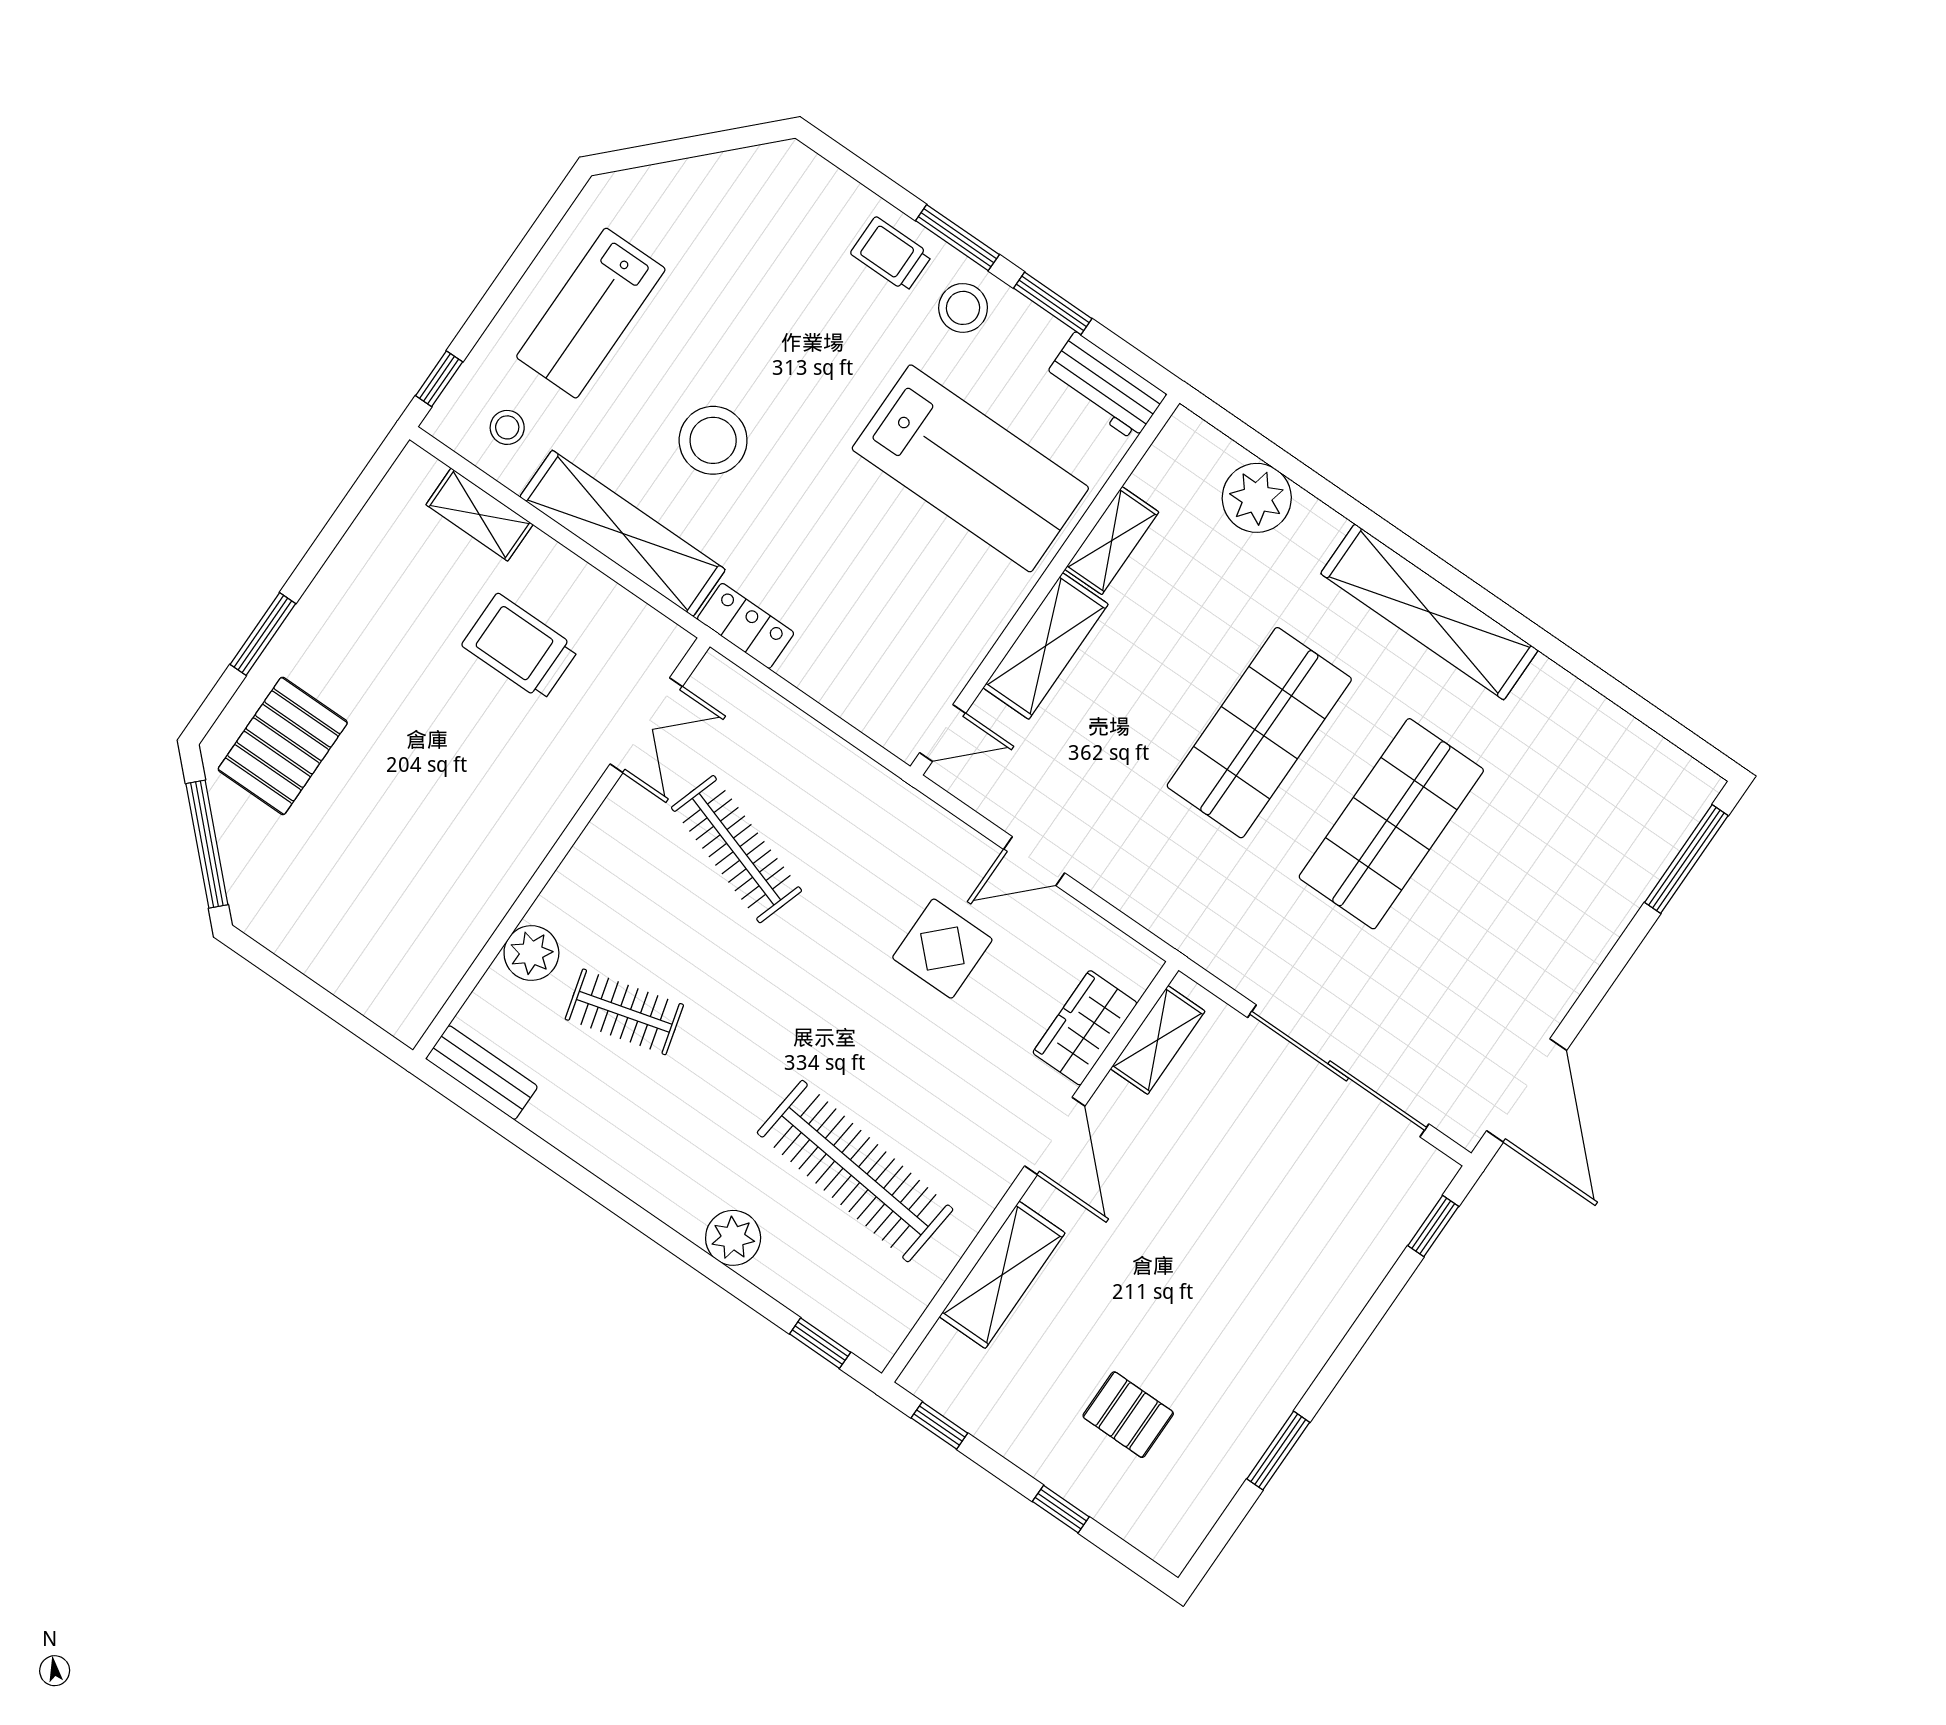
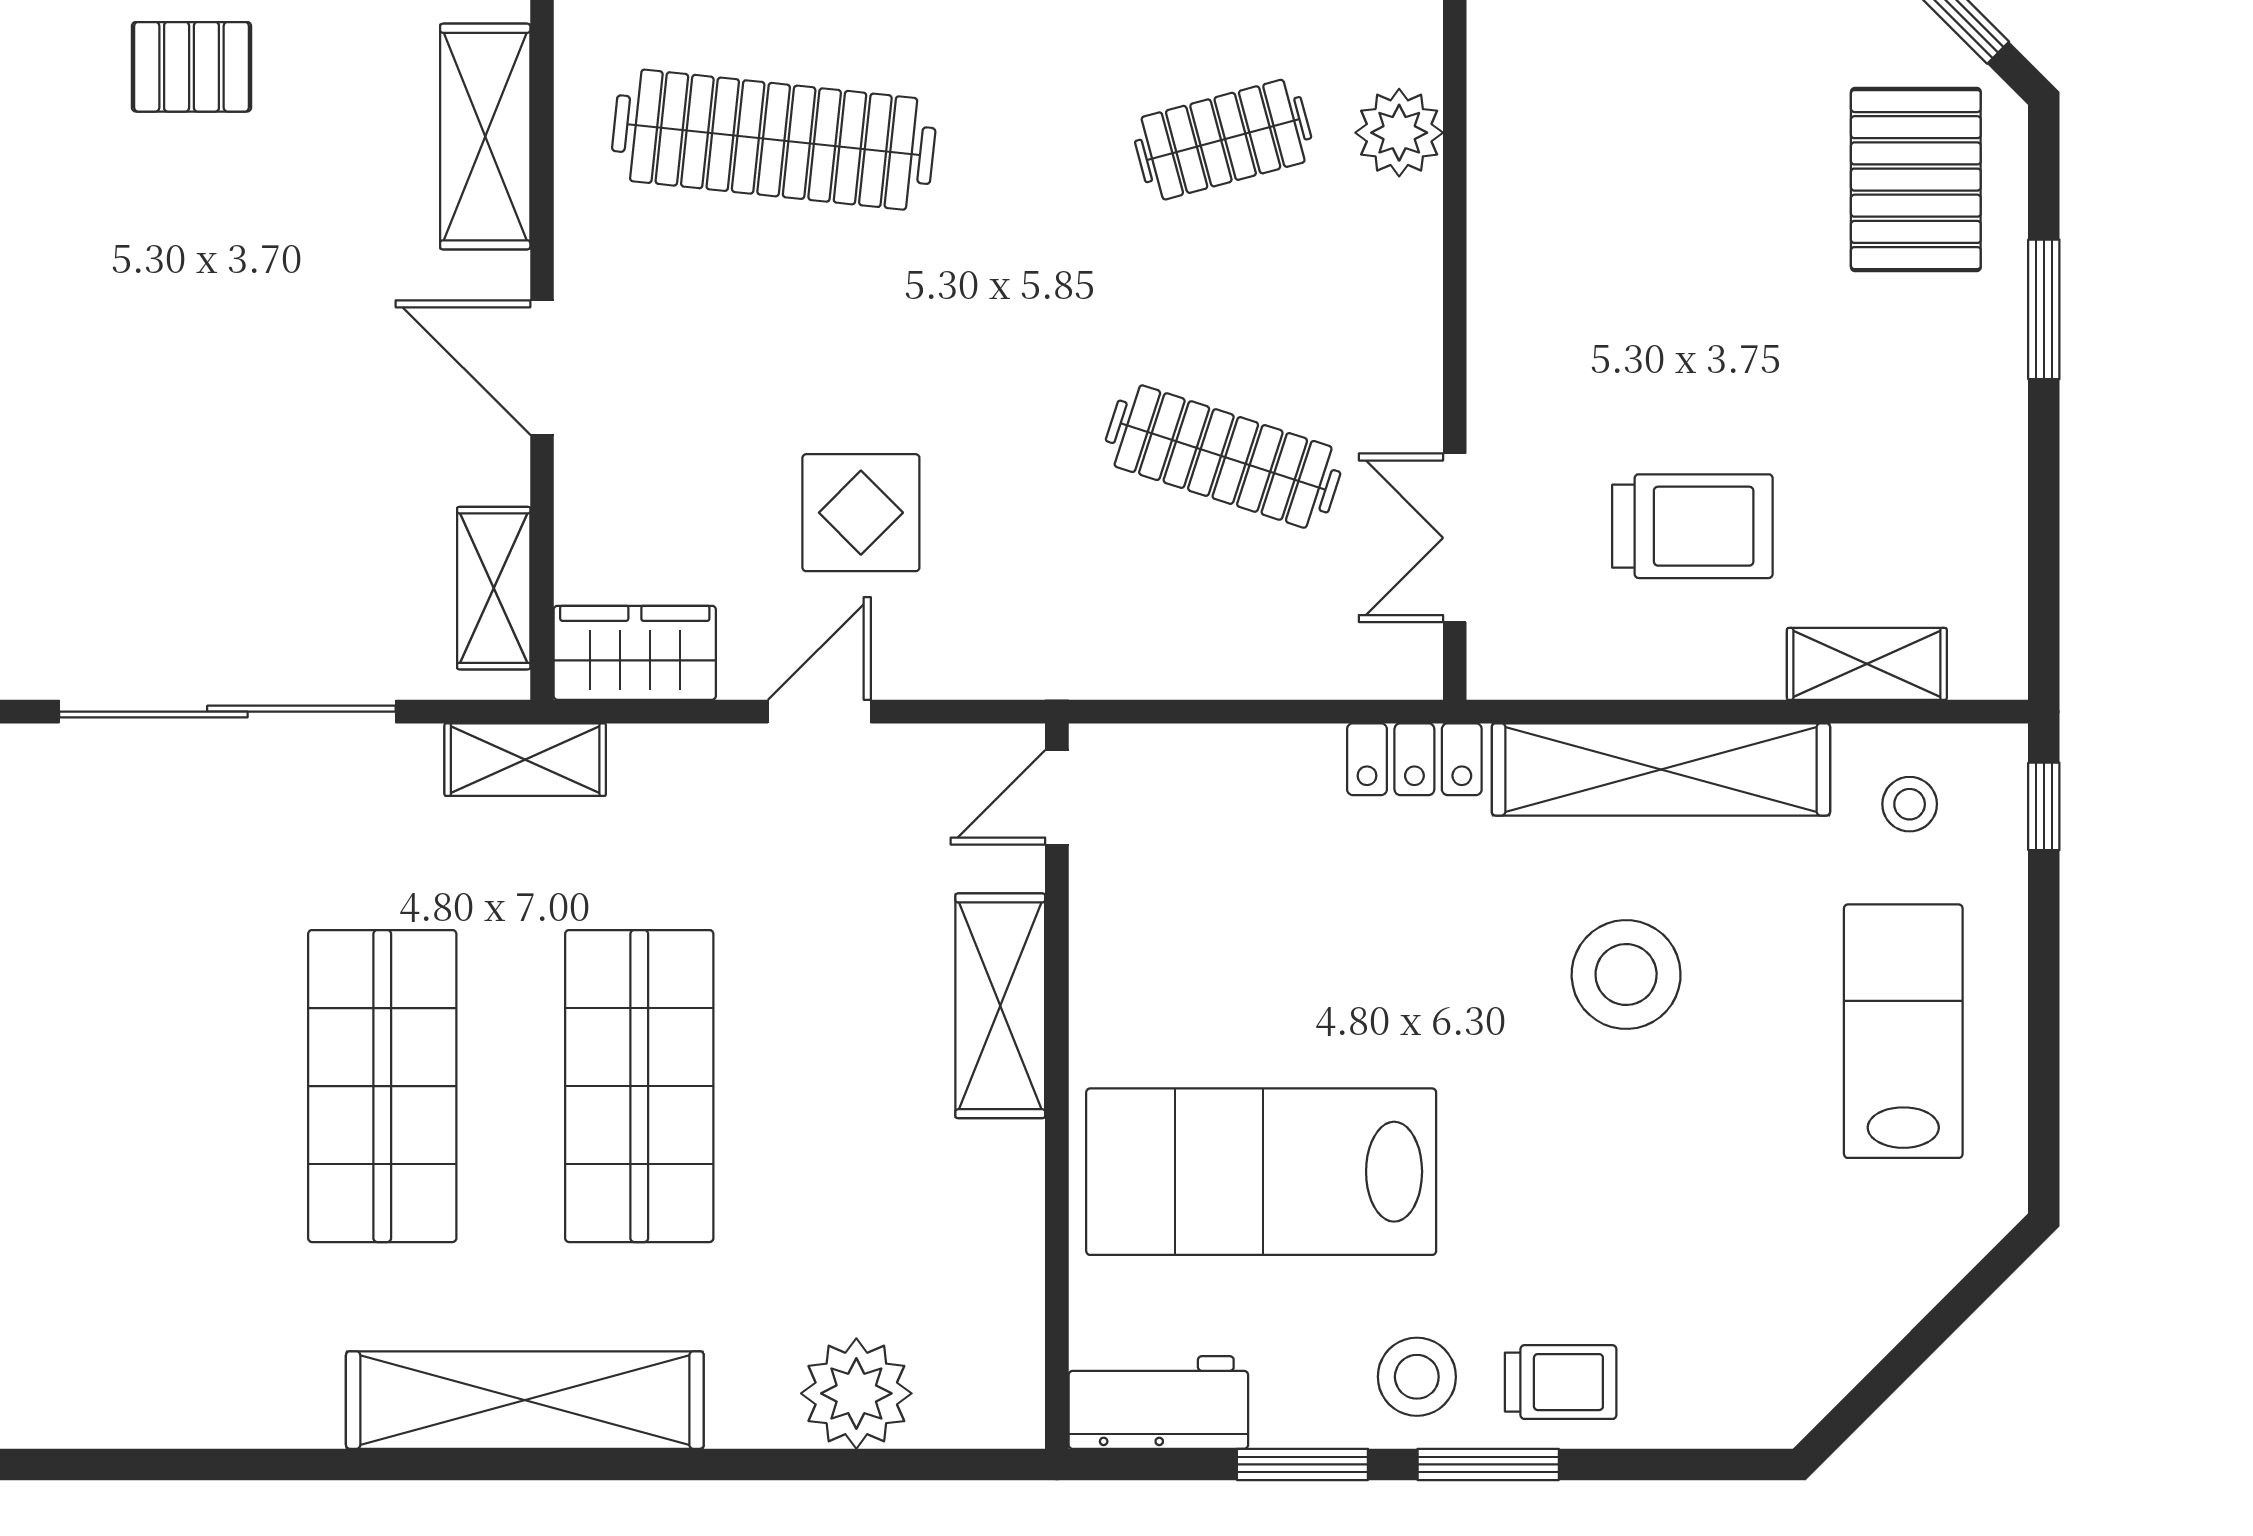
shelving: (1112, 541) -> (525, 760), moved, turned 90
wardrobe: (1085, 1028) -> (635, 653), moved, turned -90

